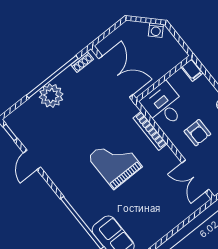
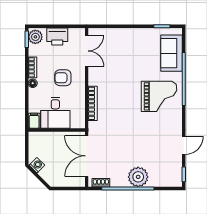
desk: (164, 105) -> (55, 113), moved
armchair: (197, 133) -> (63, 78), turned -90
grand piano: (115, 162) -> (159, 96), moved, turned -90

